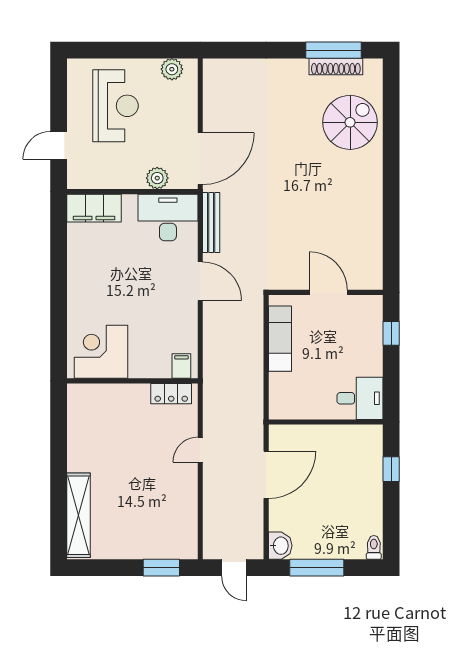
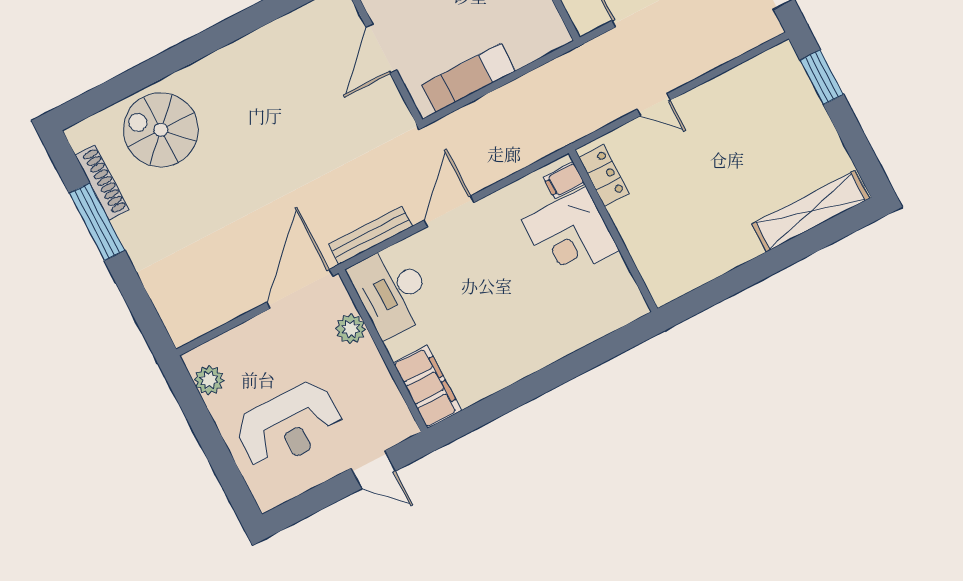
window: (333, 50) -> (97, 222), moved
reception desk: (115, 106) -> (289, 426), turned 180
door: (200, 159) -> (300, 289), hinge flipped
corner desk: (101, 352) -> (570, 235), moved

